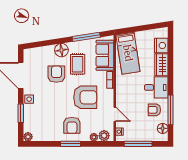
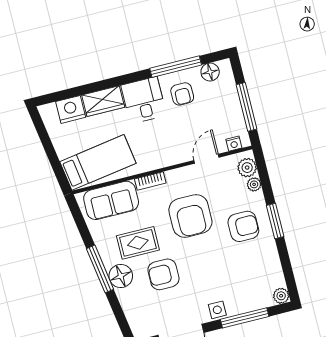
window: (86, 37) -> (100, 269), moved
armchair: (85, 97) -> (190, 216), turned 180
window: (21, 113) -> (245, 318), width x1.44

